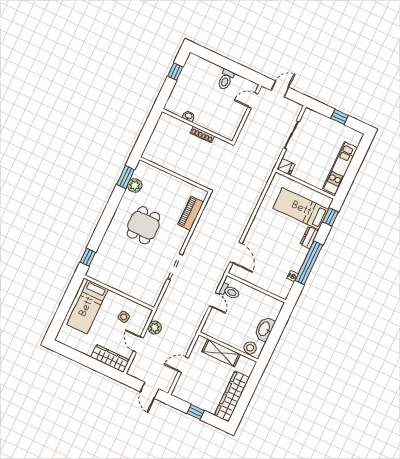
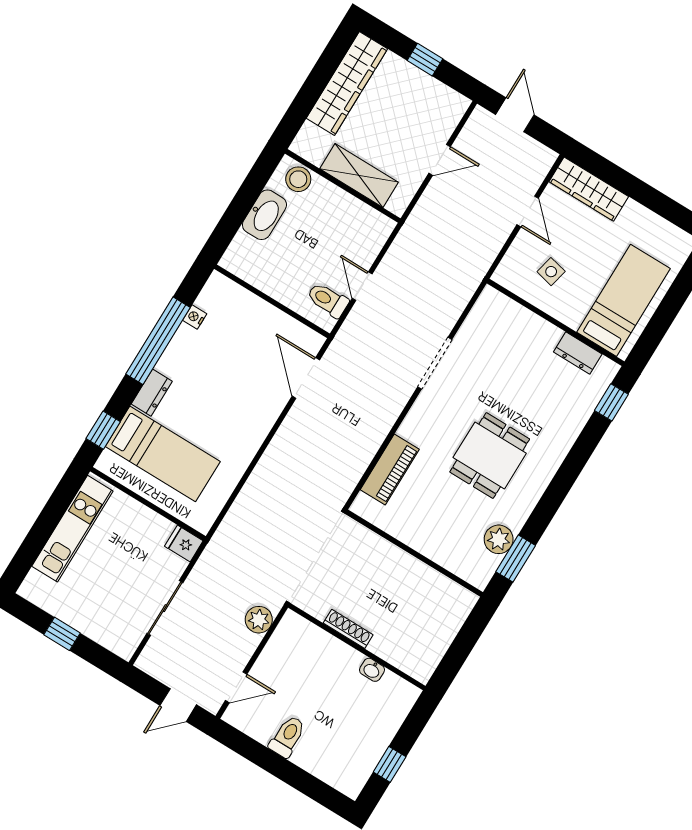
dresser: (107, 279) -> (578, 353), added
plant: (155, 328) -> (259, 620), moved

